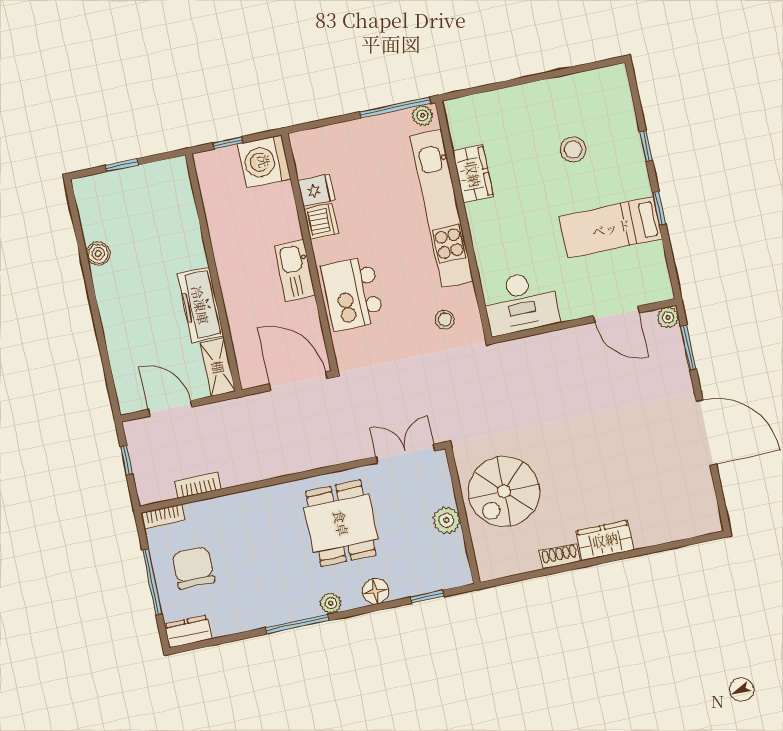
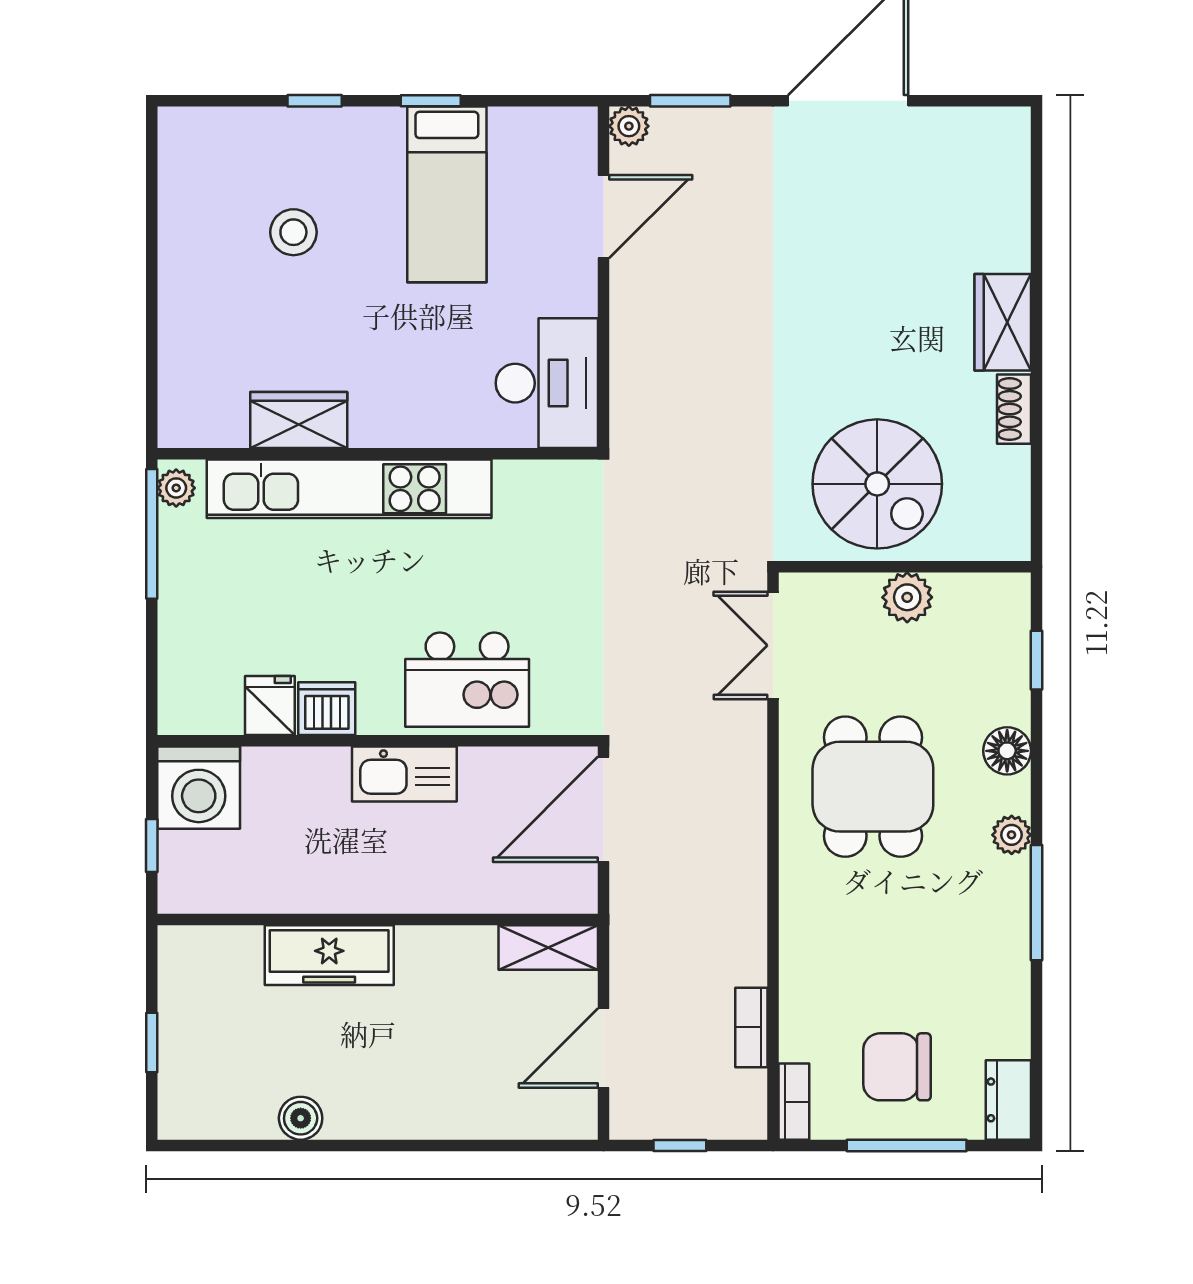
freezer: (200, 305) -> (329, 955), moved
stool: (445, 320) -> (549, 525), removed
dining table: (341, 523) -> (873, 787), turned 90

